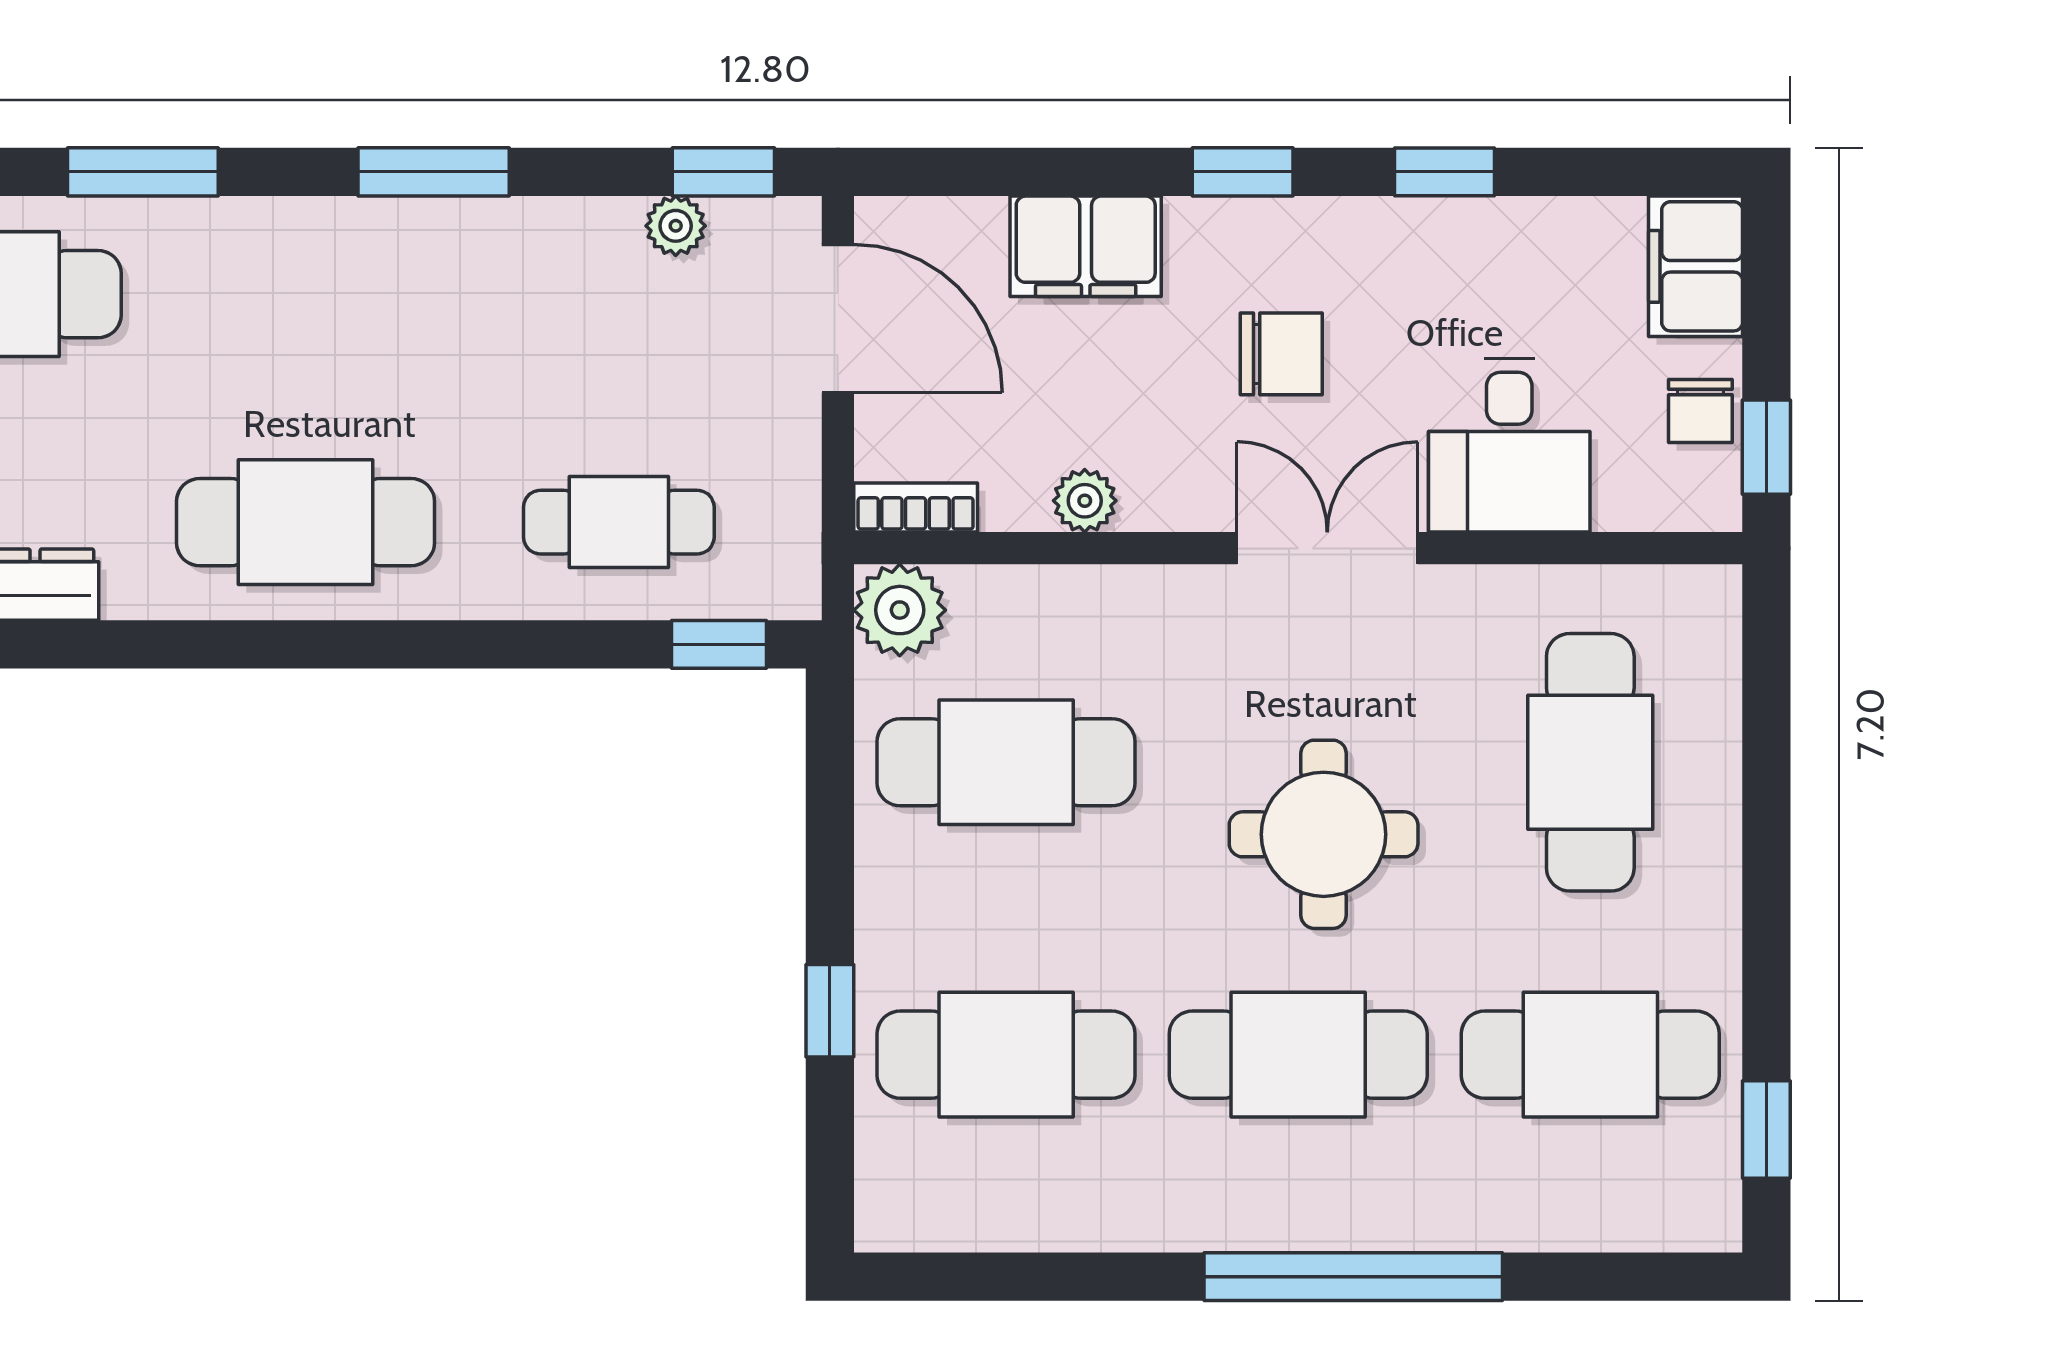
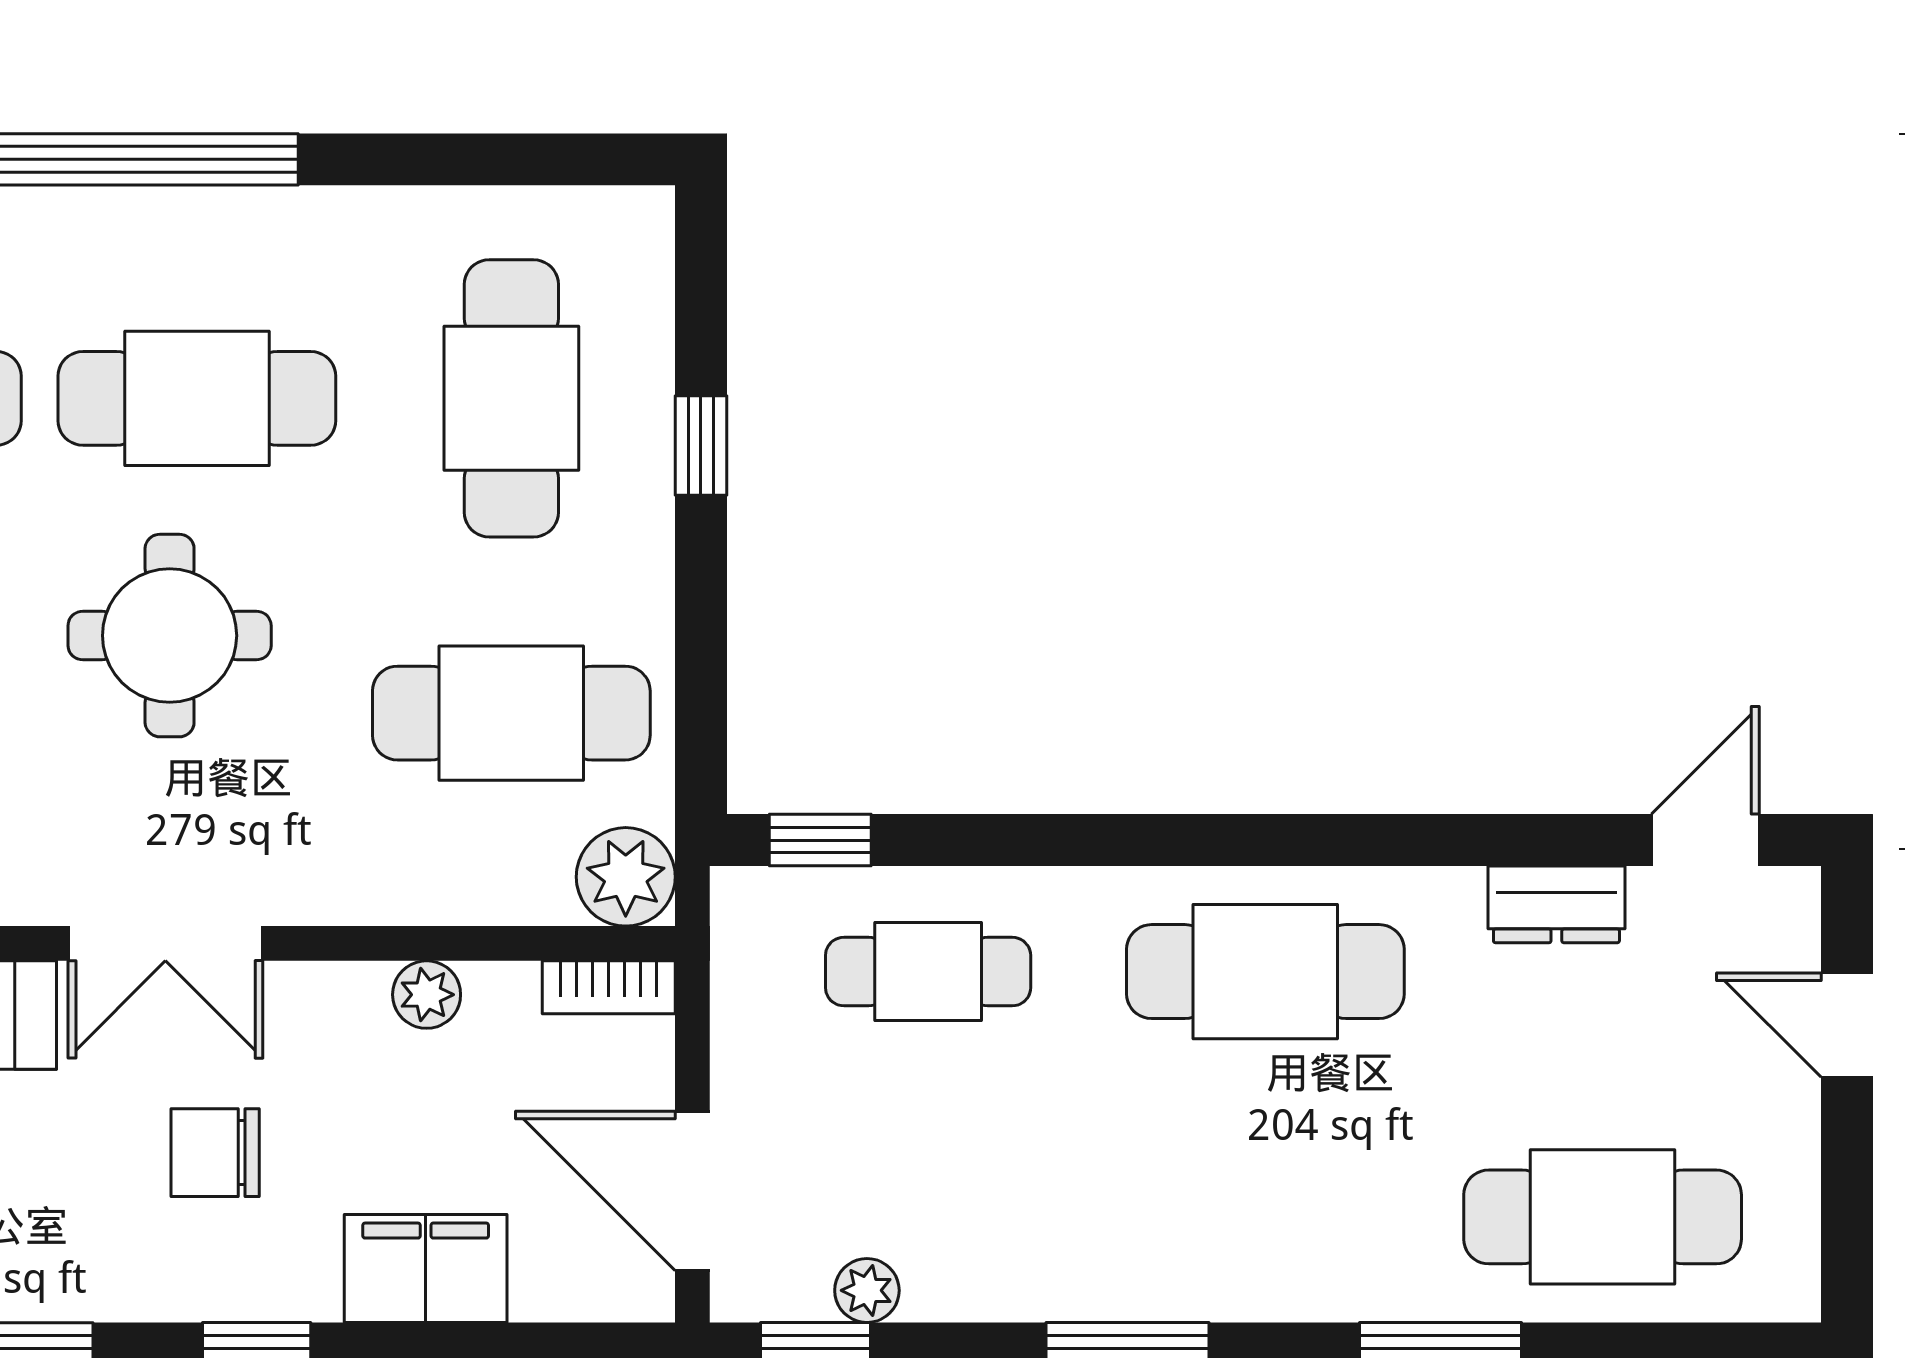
cafe table: (1006, 1055) -> (511, 398), turned 90

